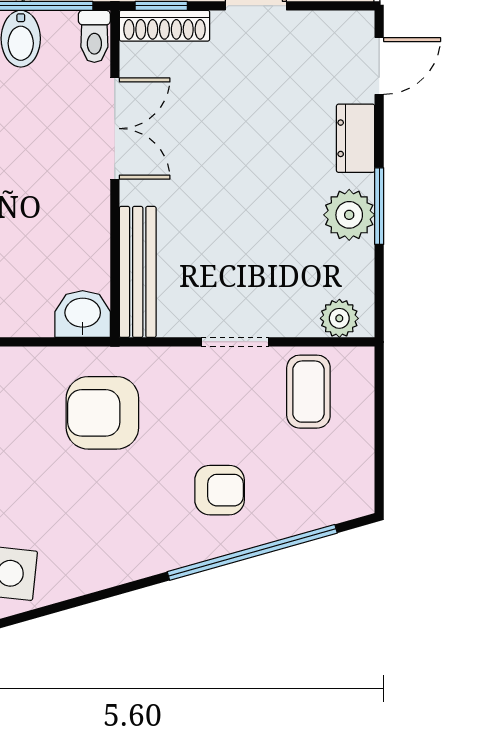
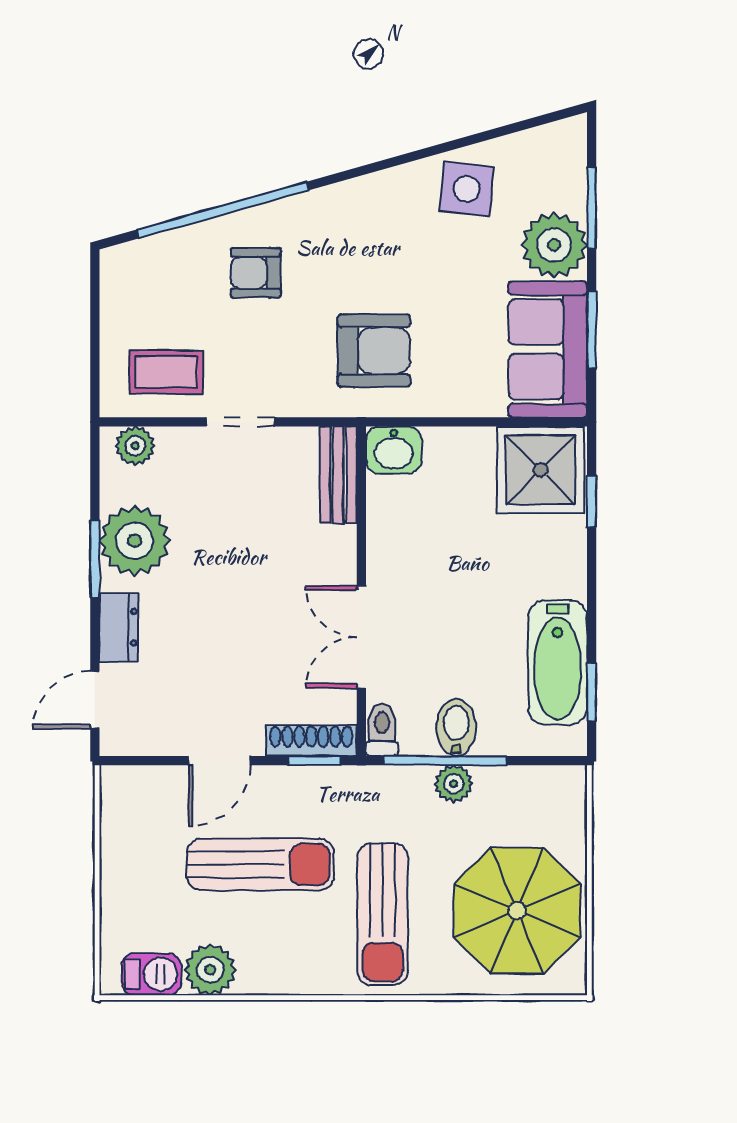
plant: (349, 215) -> (135, 541), width x1.36, depth x1.36
bench: (138, 272) -> (338, 475), width x0.73
coffee table: (308, 392) -> (166, 372), turned 90

